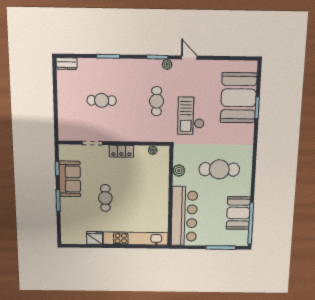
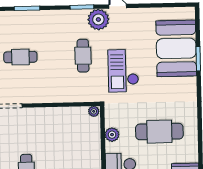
plant: (167, 64) -> (98, 19), width x1.88, depth x1.88
plant: (153, 150) -> (94, 111), moved
locker: (121, 151) -> (44, 114), removed

